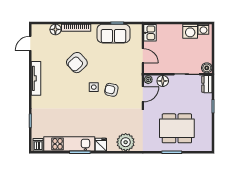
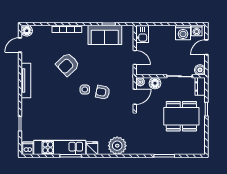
floor lamp: (55, 29) -> (27, 31), moved
door: (213, 46) -> (206, 47), added
dining table: (177, 128) -> (181, 116), moved

